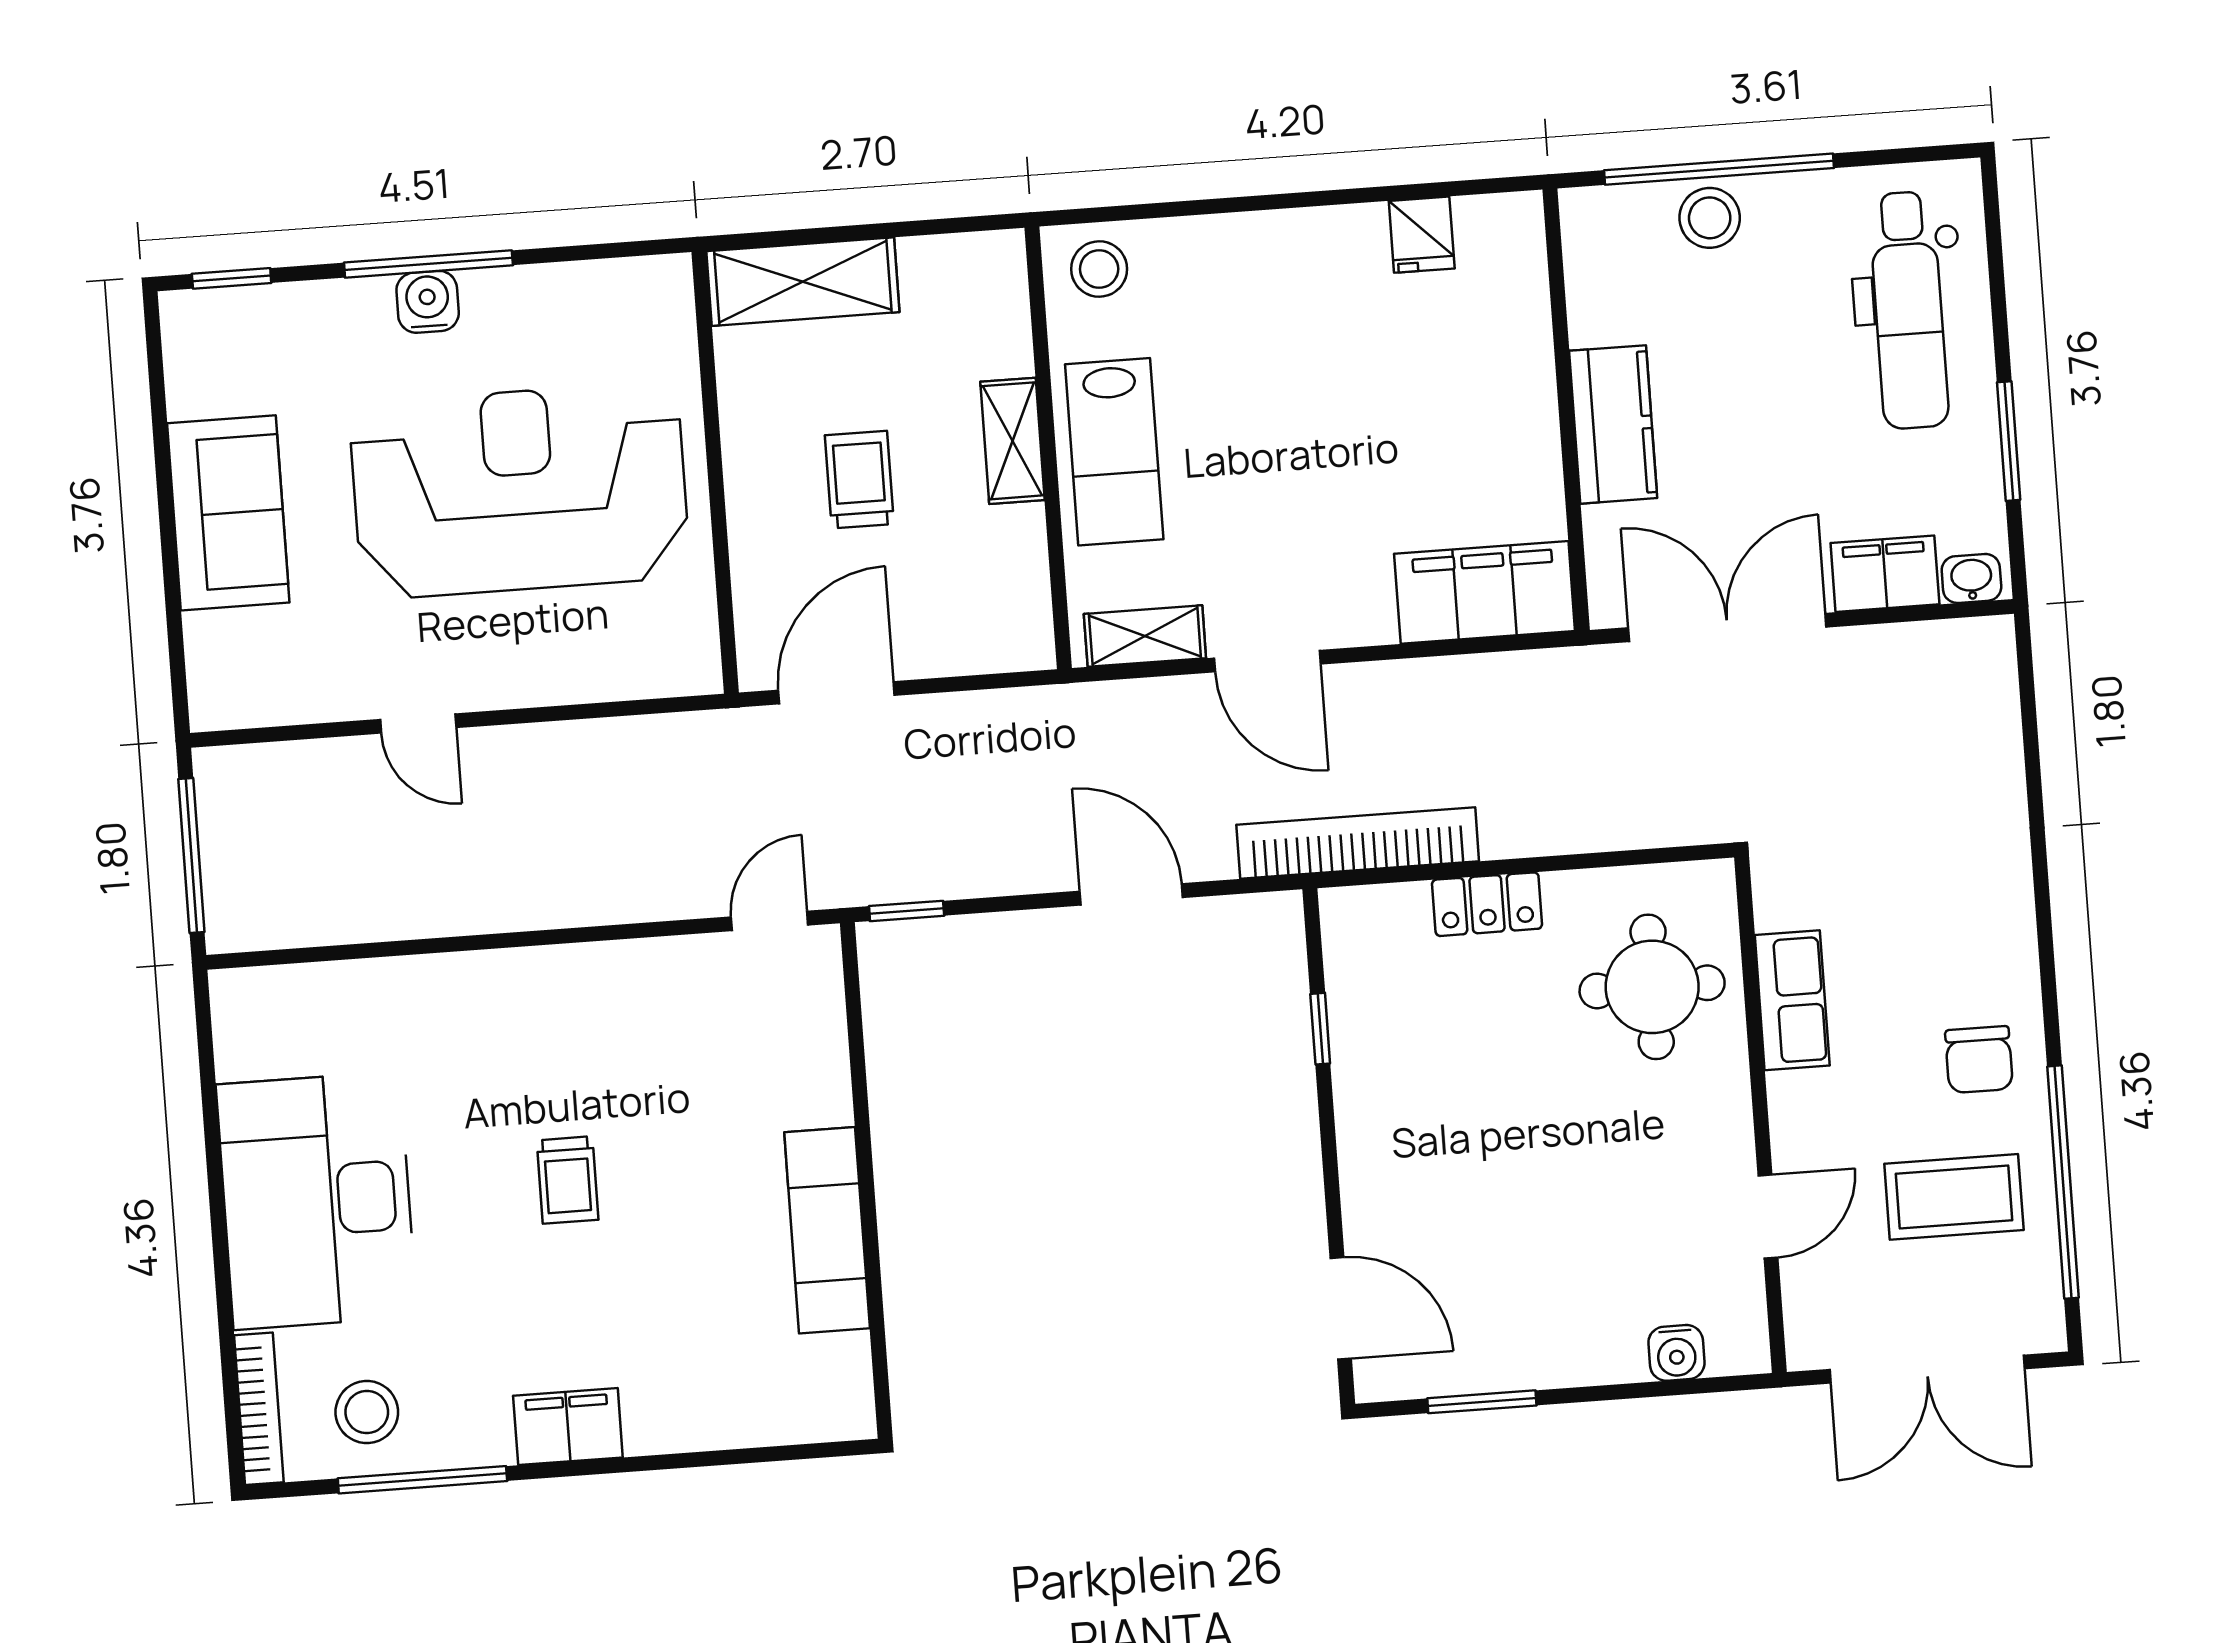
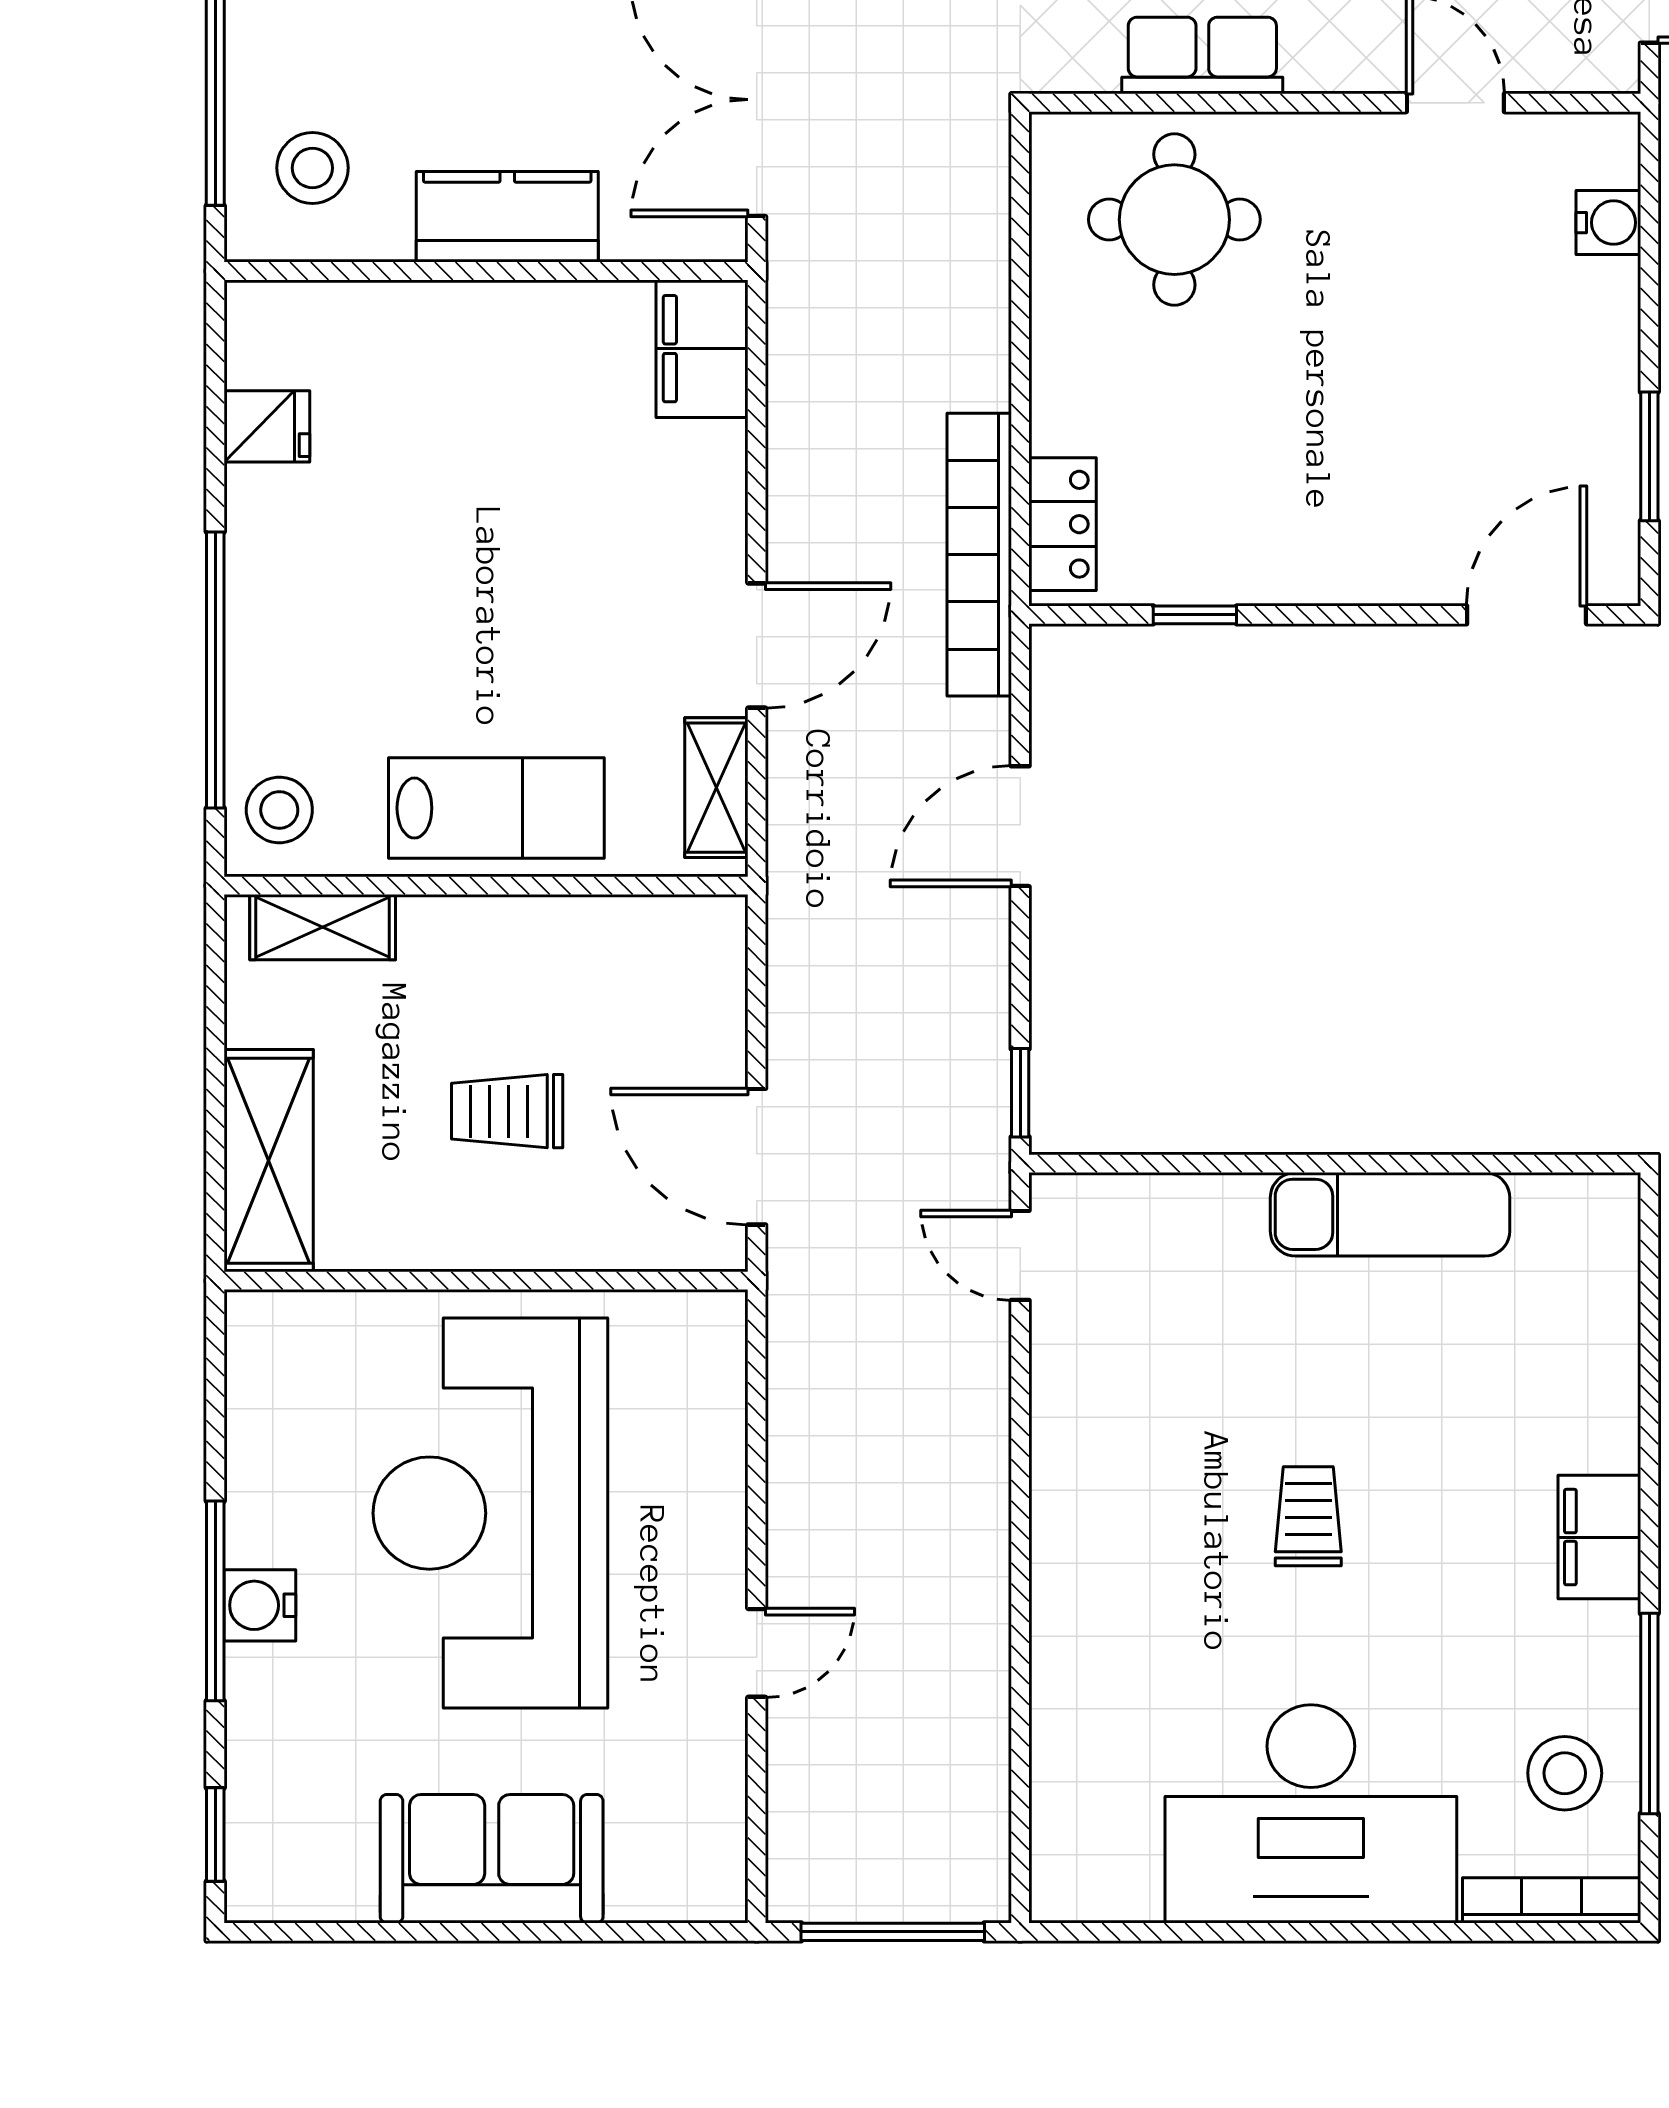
window: (1213, 206) -> (215, 670), added
stool: (1710, 218) -> (312, 168), moved
shelving: (1012, 441) -> (323, 927), moved
filing cabinet: (1485, 592) -> (702, 349), width x0.67, depth x0.86
locker: (1487, 904) -> (1062, 524), moved
trolley: (568, 1180) -> (1308, 1516), turned -90

